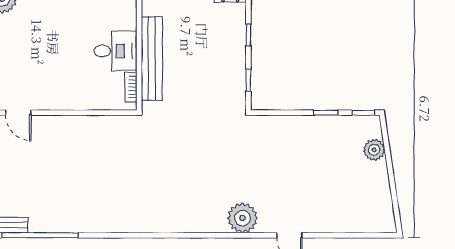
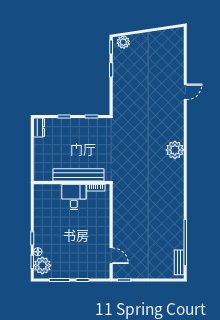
door: (18, 113) -> (111, 256), hinge flipped
plant: (374, 150) -> (123, 42), moved
plant: (242, 218) -> (175, 150), moved

